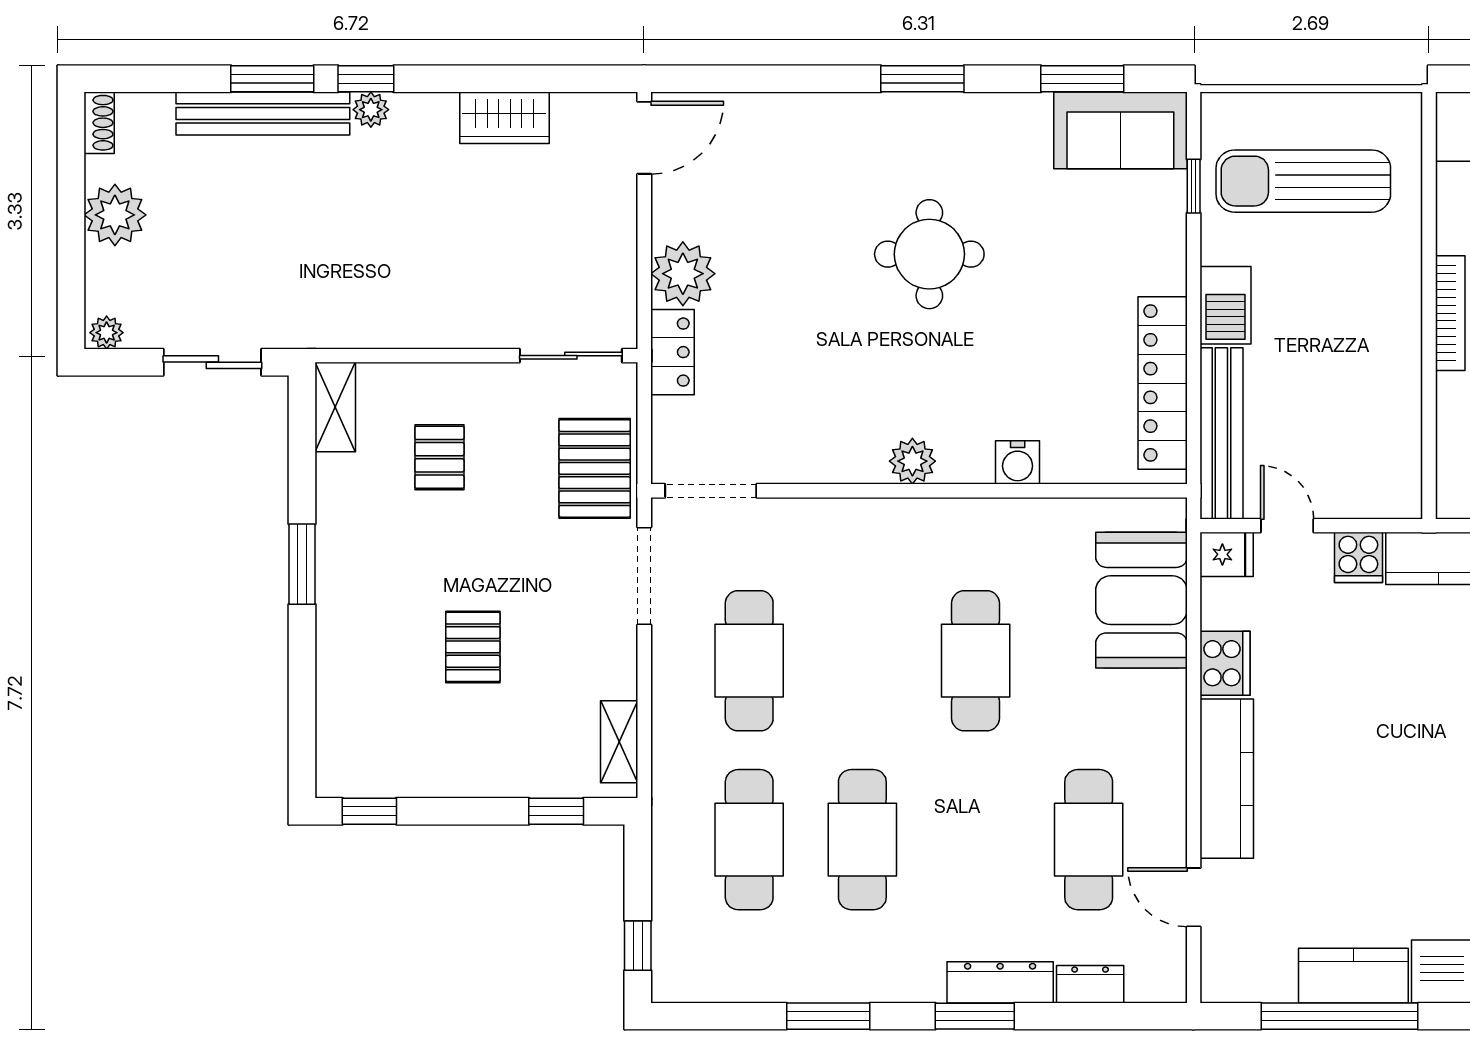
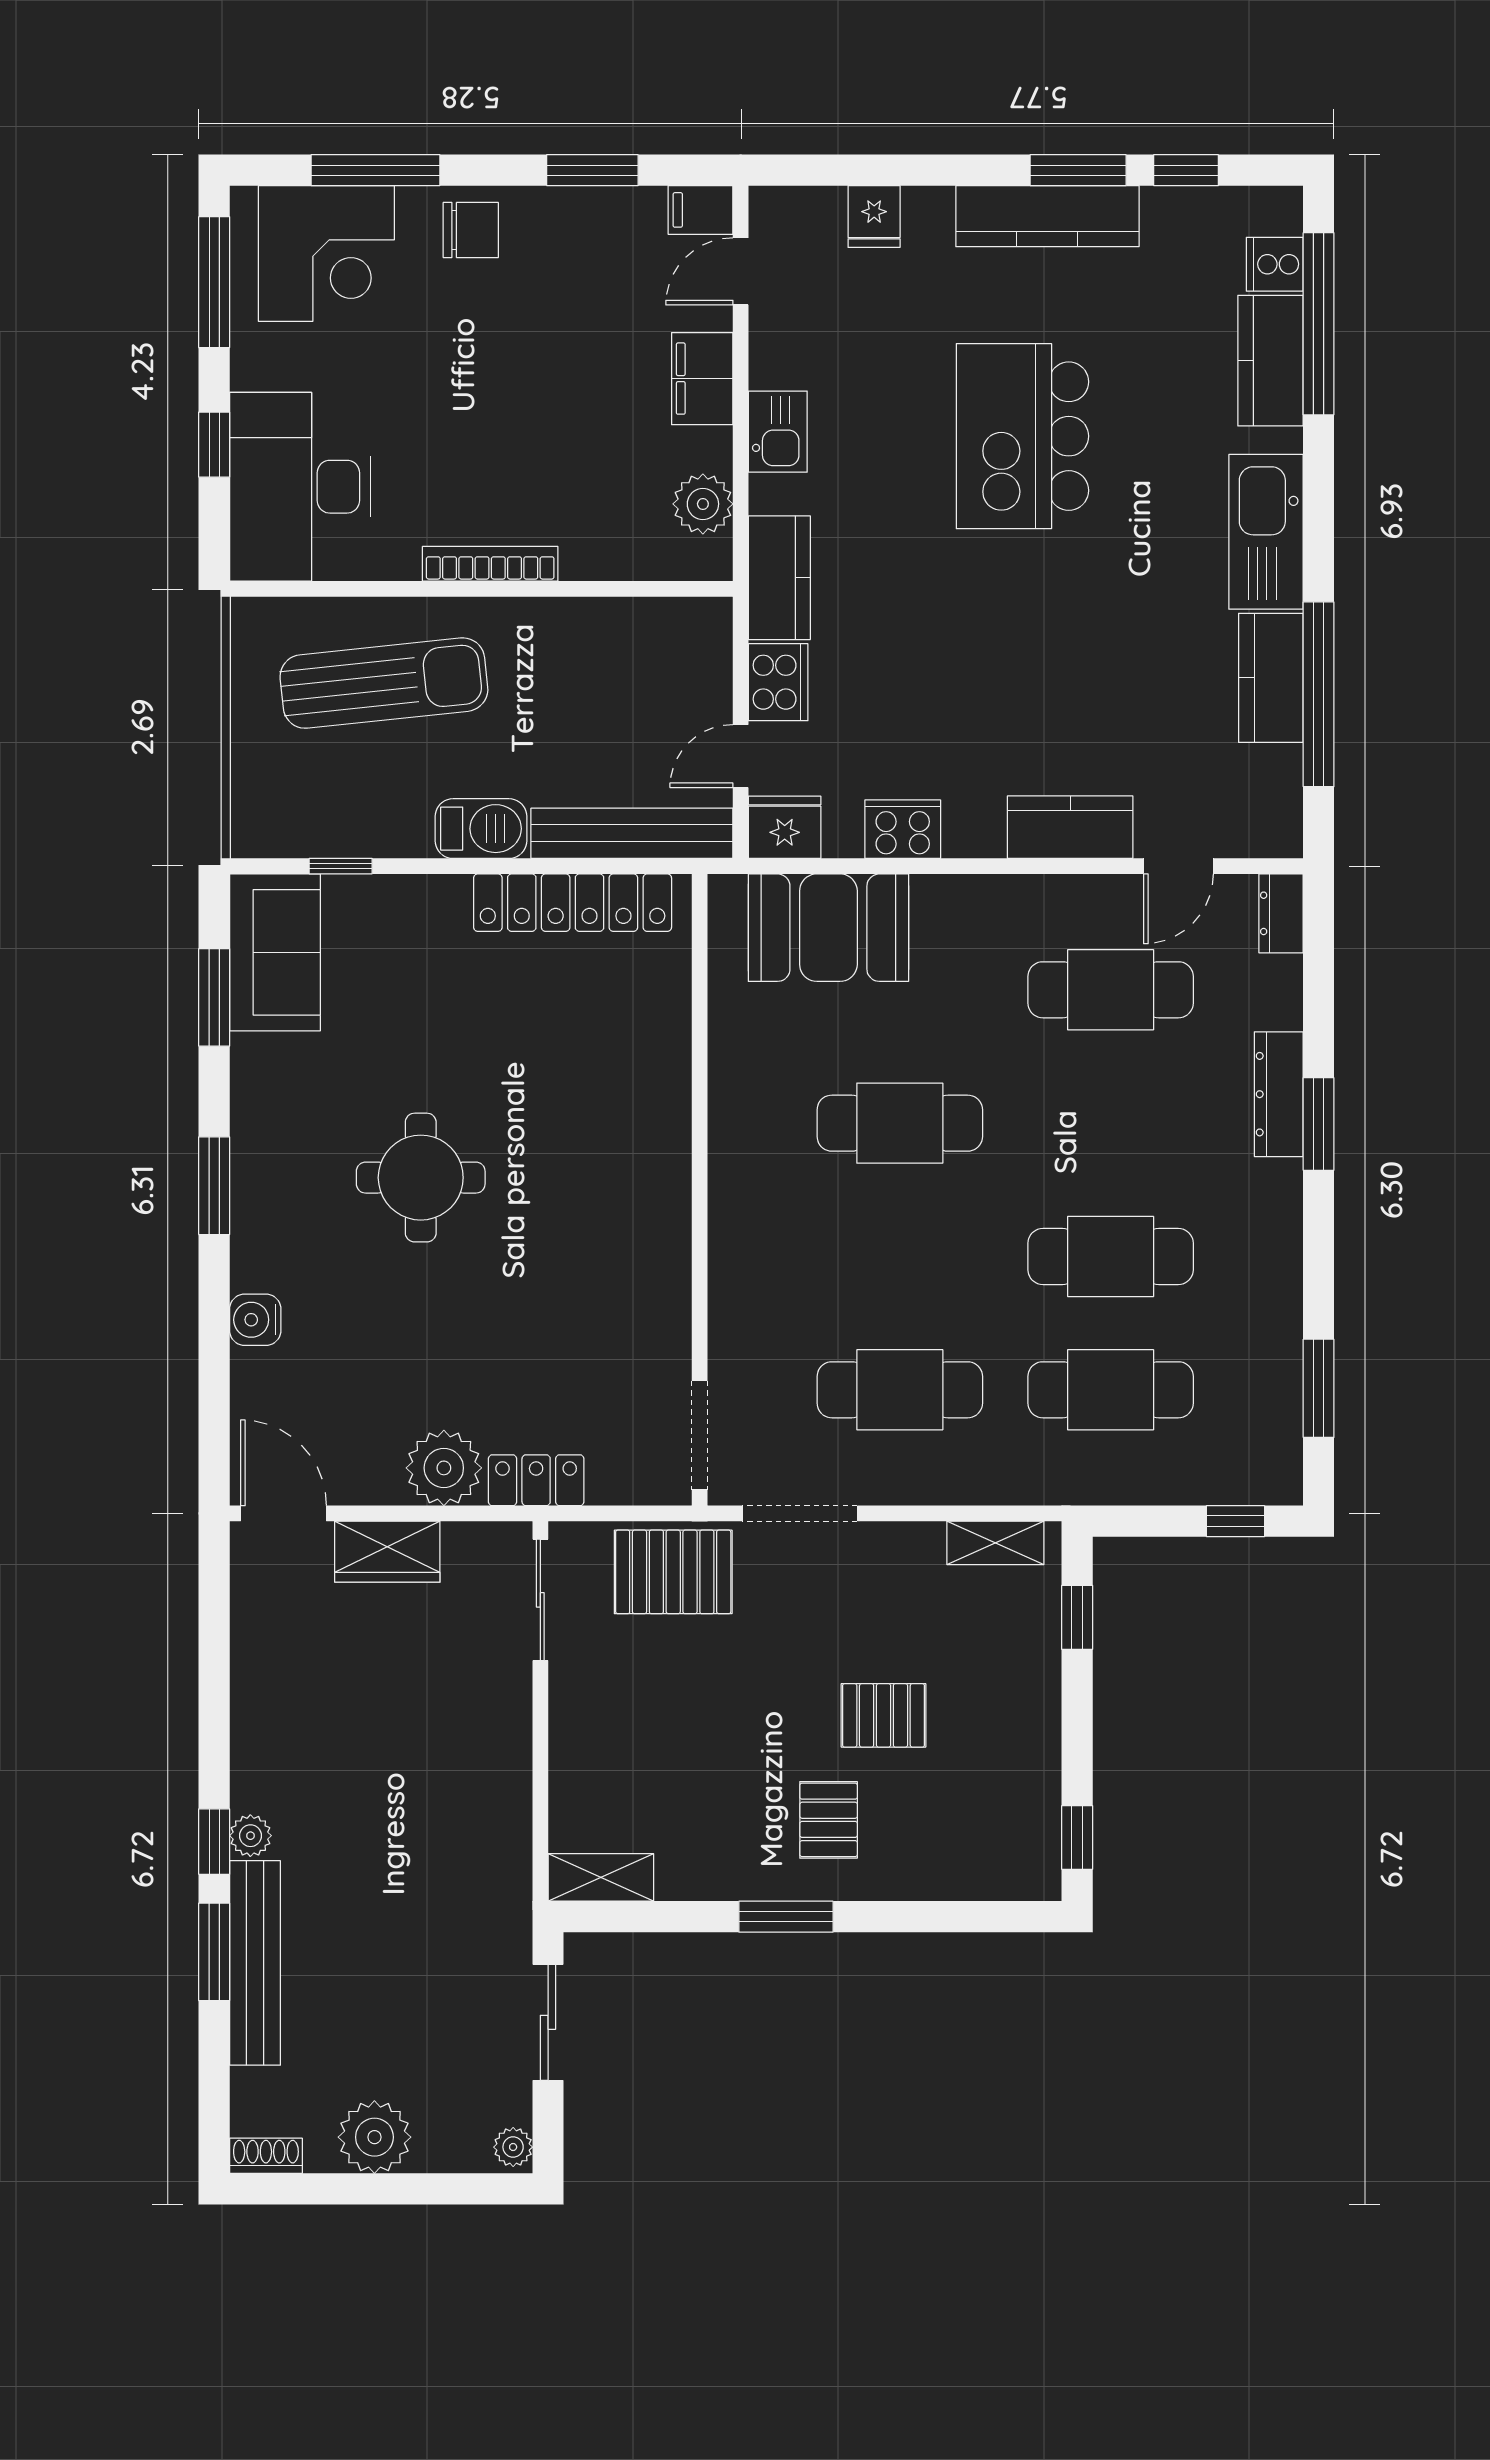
wardrobe: (504, 118) -> (387, 1552), moved, turned 90
sun lounger: (1303, 181) -> (384, 683), moved, turned -96
pallet: (439, 457) -> (829, 1820), moved, turned 90
plant: (912, 461) -> (665, 1197), removed
water cooler: (1018, 462) -> (255, 1320), moved, turned 180
fridge: (1227, 554) -> (785, 827), width x1.38
cooker: (1358, 557) -> (778, 682), width x1.36
kitchen counter: (1227, 779) -> (1070, 827), width x0.67
dresser: (1090, 984) -> (1281, 913), moved
window: (828, 1016) -> (1319, 1388), moved

